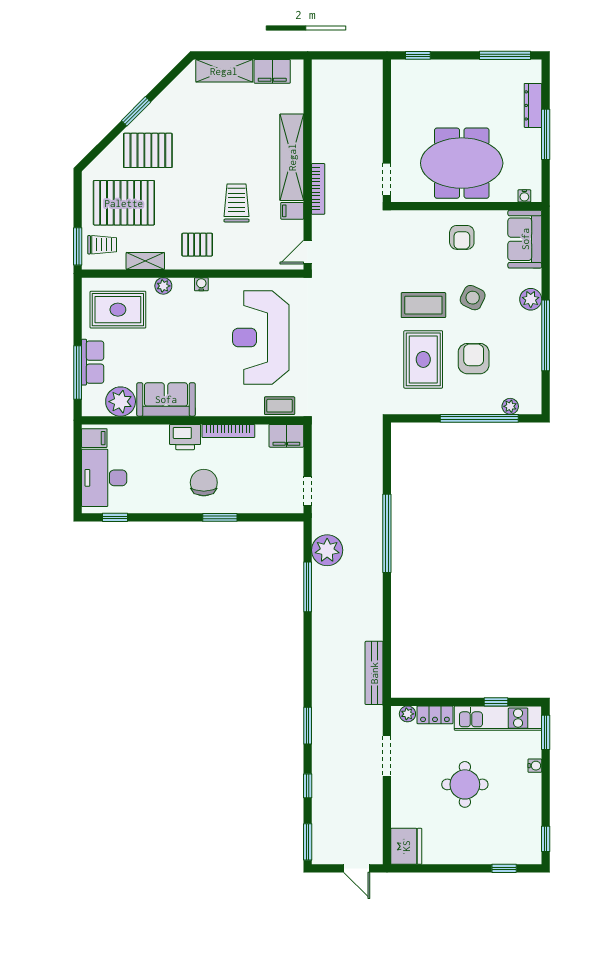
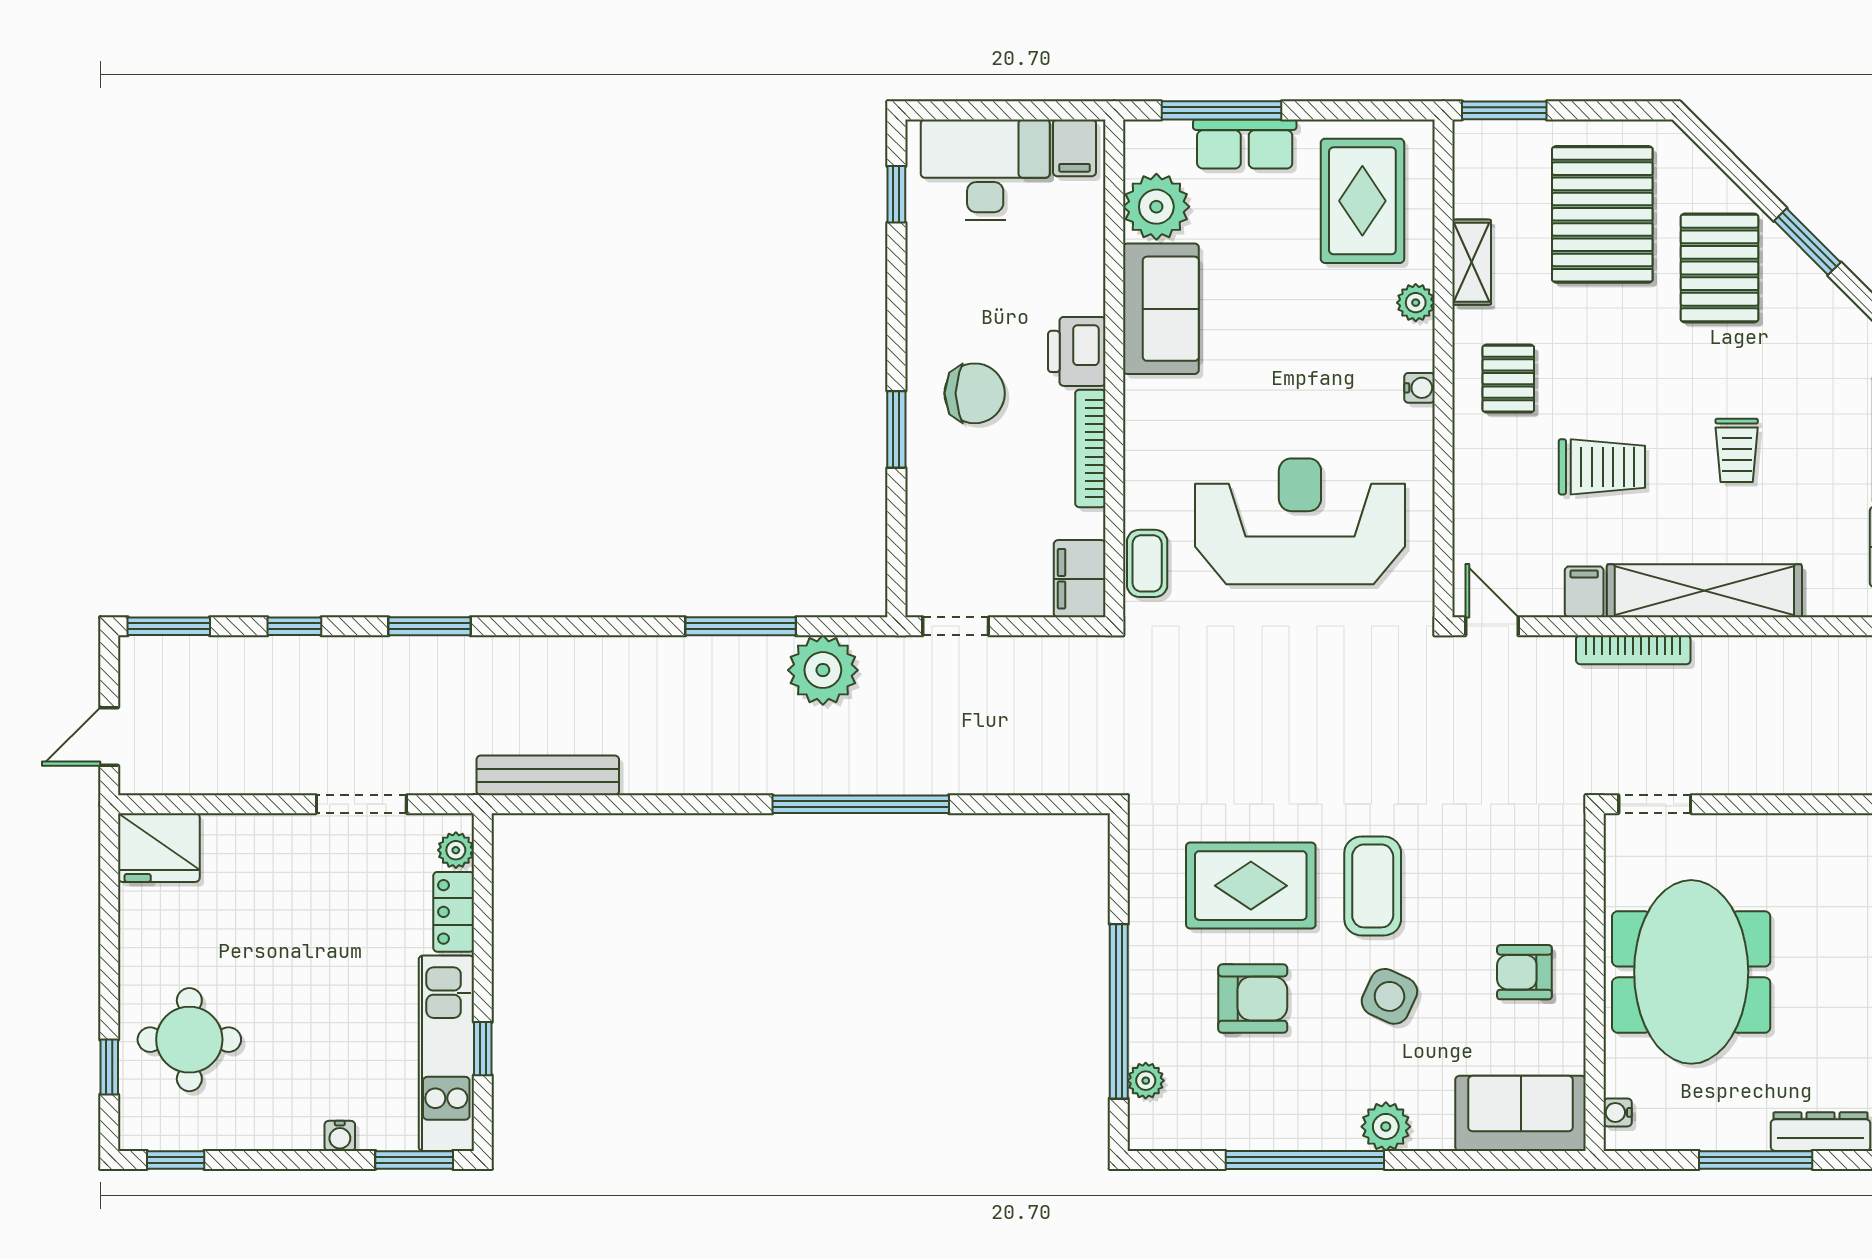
trolley: (102, 245) -> (1737, 450), moved
round table: (465, 784) -> (189, 1040), moved

